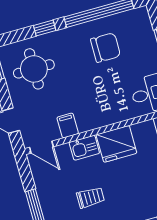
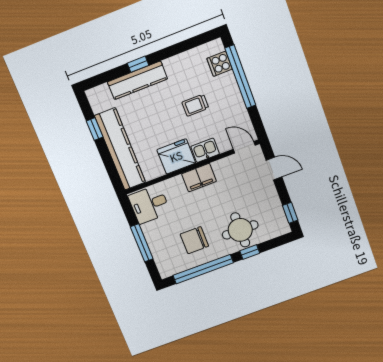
round table: (34, 69) -> (240, 230), moved
filing cabinet: (68, 125) -> (199, 178), moved, width x2.00

